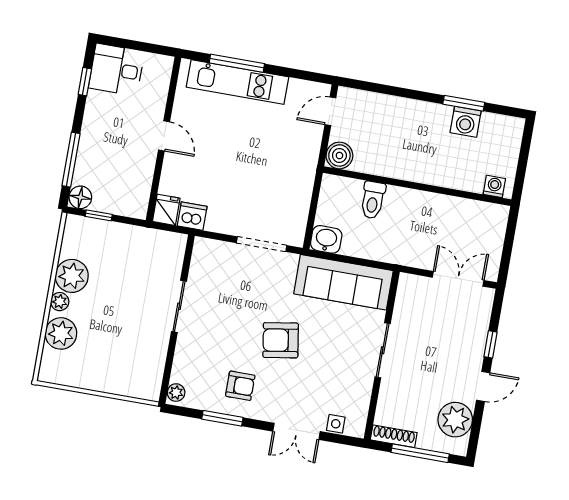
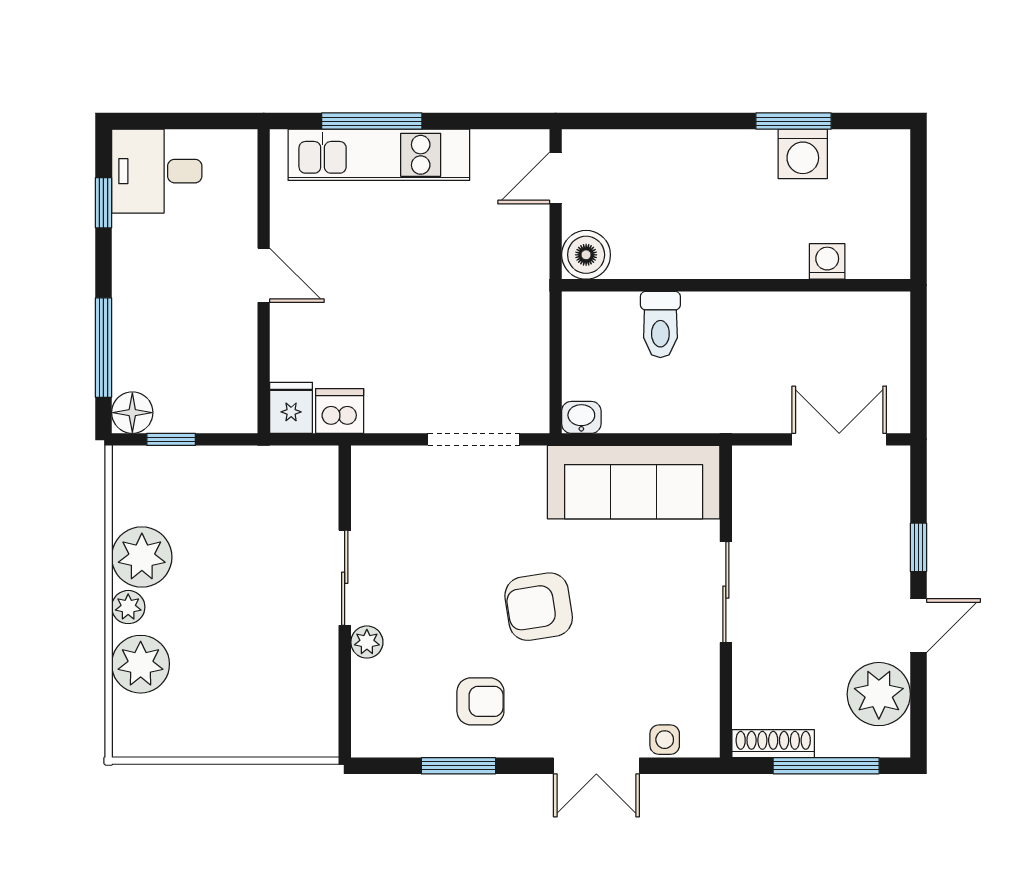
washing machine: (494, 186) -> (827, 261), moved
washbasin: (326, 239) -> (581, 417), width x0.72, depth x0.69
plant: (176, 393) -> (367, 642), moved

